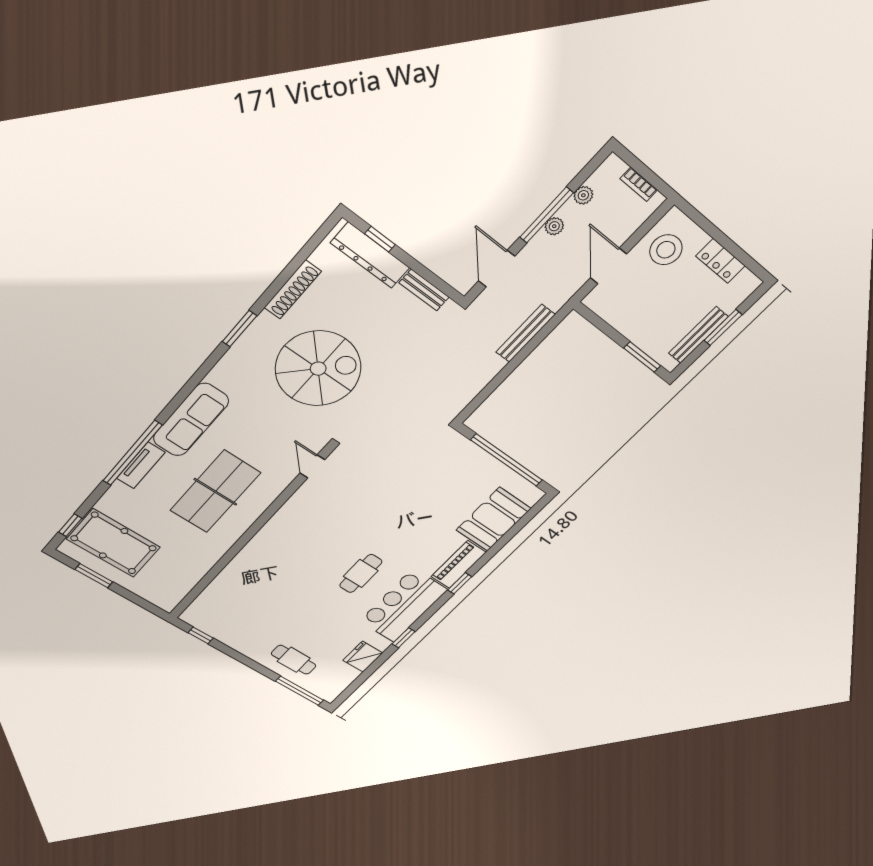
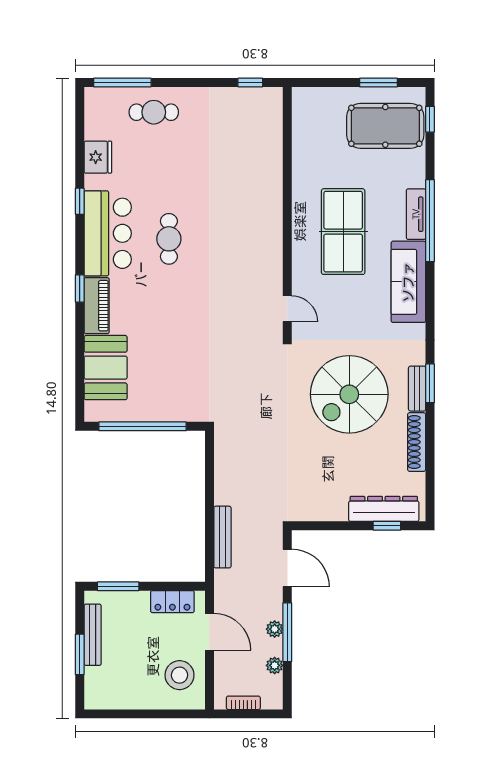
locker: (721, 261) -> (172, 602), moved, turned 180
bench: (424, 290) -> (417, 389), moved, turned 90

